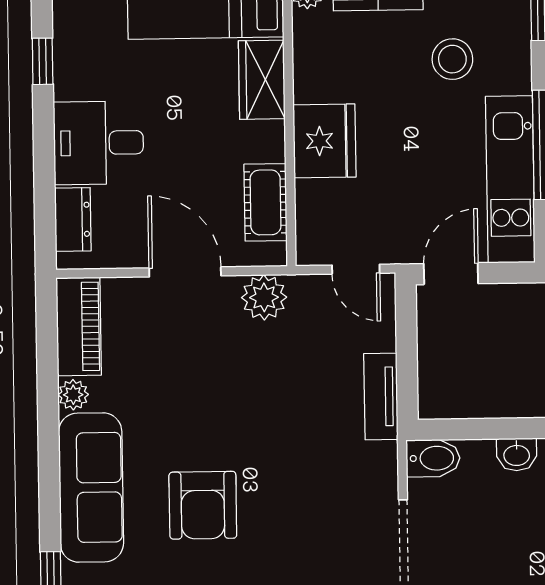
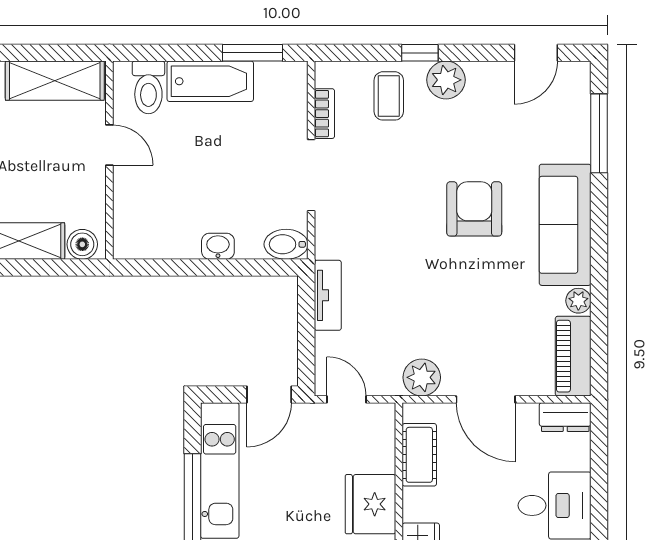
dresser: (73, 219) -> (565, 417), moved, turned -90

